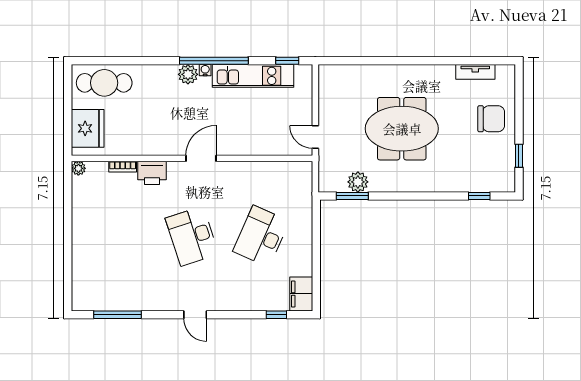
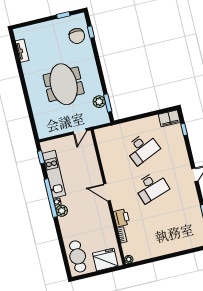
chair: (491, 119) -> (77, 36), moved, turned 180
desk: (261, 236) -> (142, 148), turned -48

